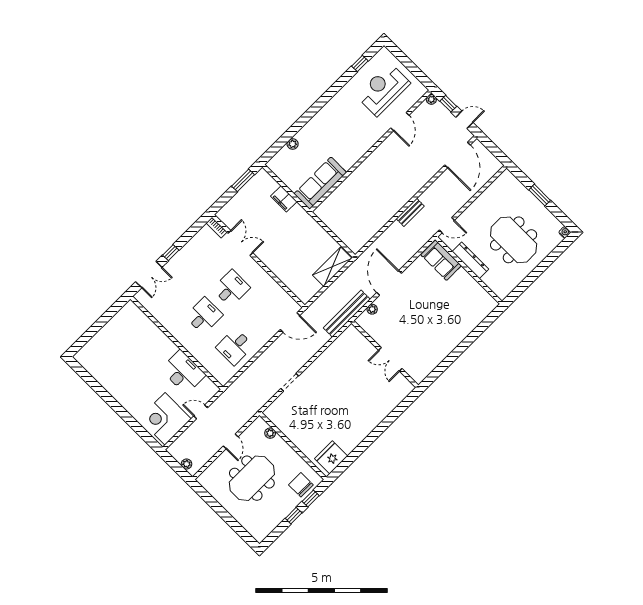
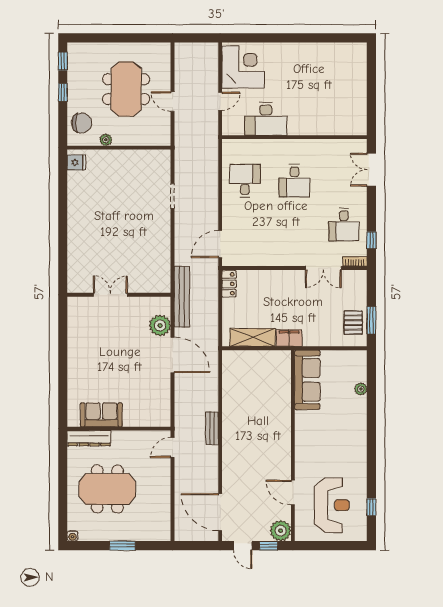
plant: (431, 99) -> (281, 531), width x1.88, depth x1.88
door: (464, 120) -> (243, 546), hinge flipped
pallet: (256, 190) -> (353, 323), added
filing cabinet: (284, 199) -> (289, 338), moved
window: (171, 253) -> (371, 240), moved
sofa: (441, 260) -> (101, 415), moved
dresser: (470, 260) -> (89, 438), moved
shelving: (332, 267) -> (252, 337), moved, turned 90
desk: (231, 288) -> (344, 225), moved
locker: (309, 292) -> (229, 284), added
plant: (372, 309) -> (160, 325), width x1.87, depth x1.87
plant: (270, 433) -> (106, 140), moved
fridge: (331, 457) -> (76, 162), width x0.53, depth x0.75
plant: (187, 464) -> (190, 48), removed
window: (311, 499) -> (63, 61), moved

